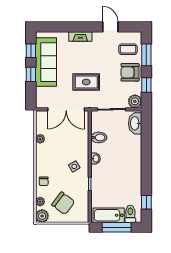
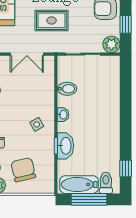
double door: (66, 109) -> (27, 54), width x0.73
washbasin: (135, 123) -> (65, 146), moved, turned 180
chair: (63, 203) -> (23, 170), turned -140

